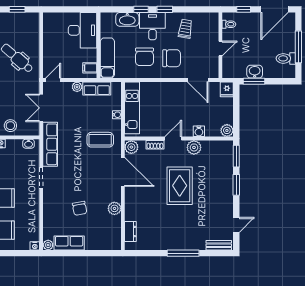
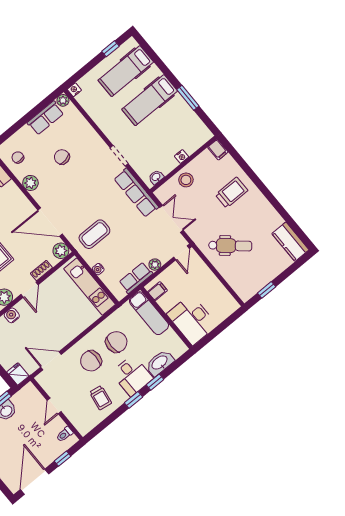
chair: (145, 57) -> (116, 342), turned 90
chair: (109, 232) -> (18, 157), added

